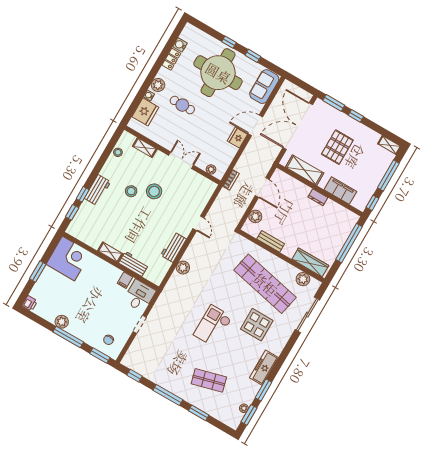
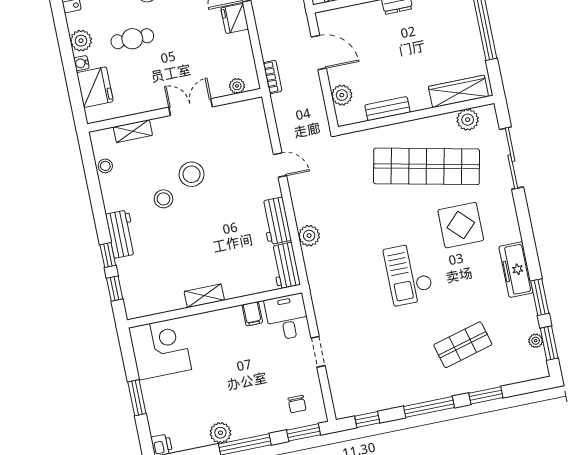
workbench: (134, 264) -> (285, 266), moved, turned -90

